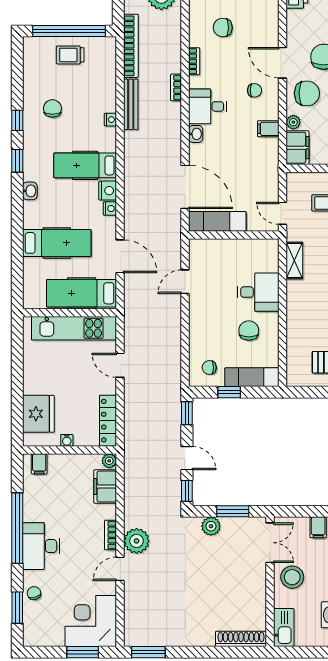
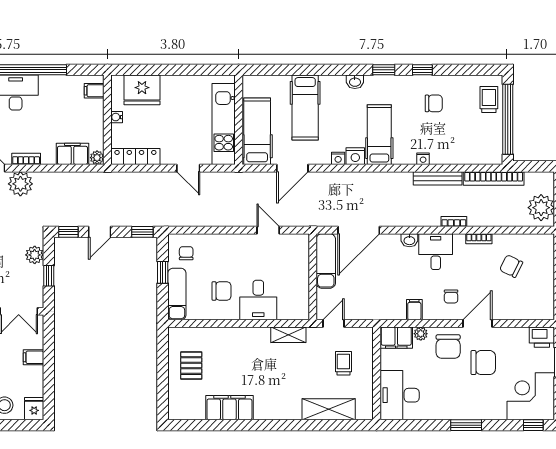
chair: (223, 28) -> (511, 266), turned -64
trolley: (70, 55) -> (489, 99), moved
door: (120, 365) -> (188, 168), swing flipped
window: (233, 511) -> (49, 276), width x0.67

